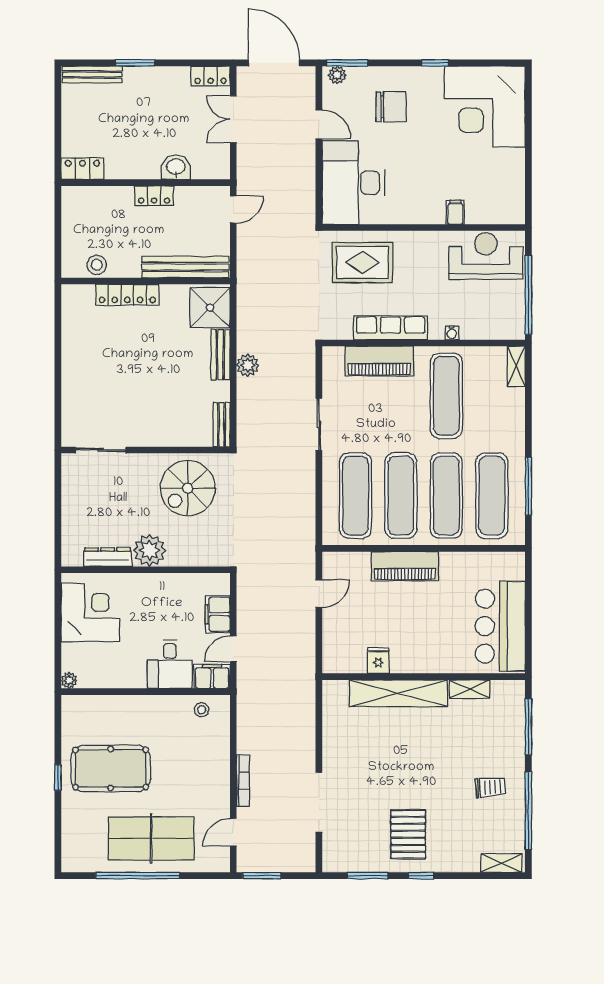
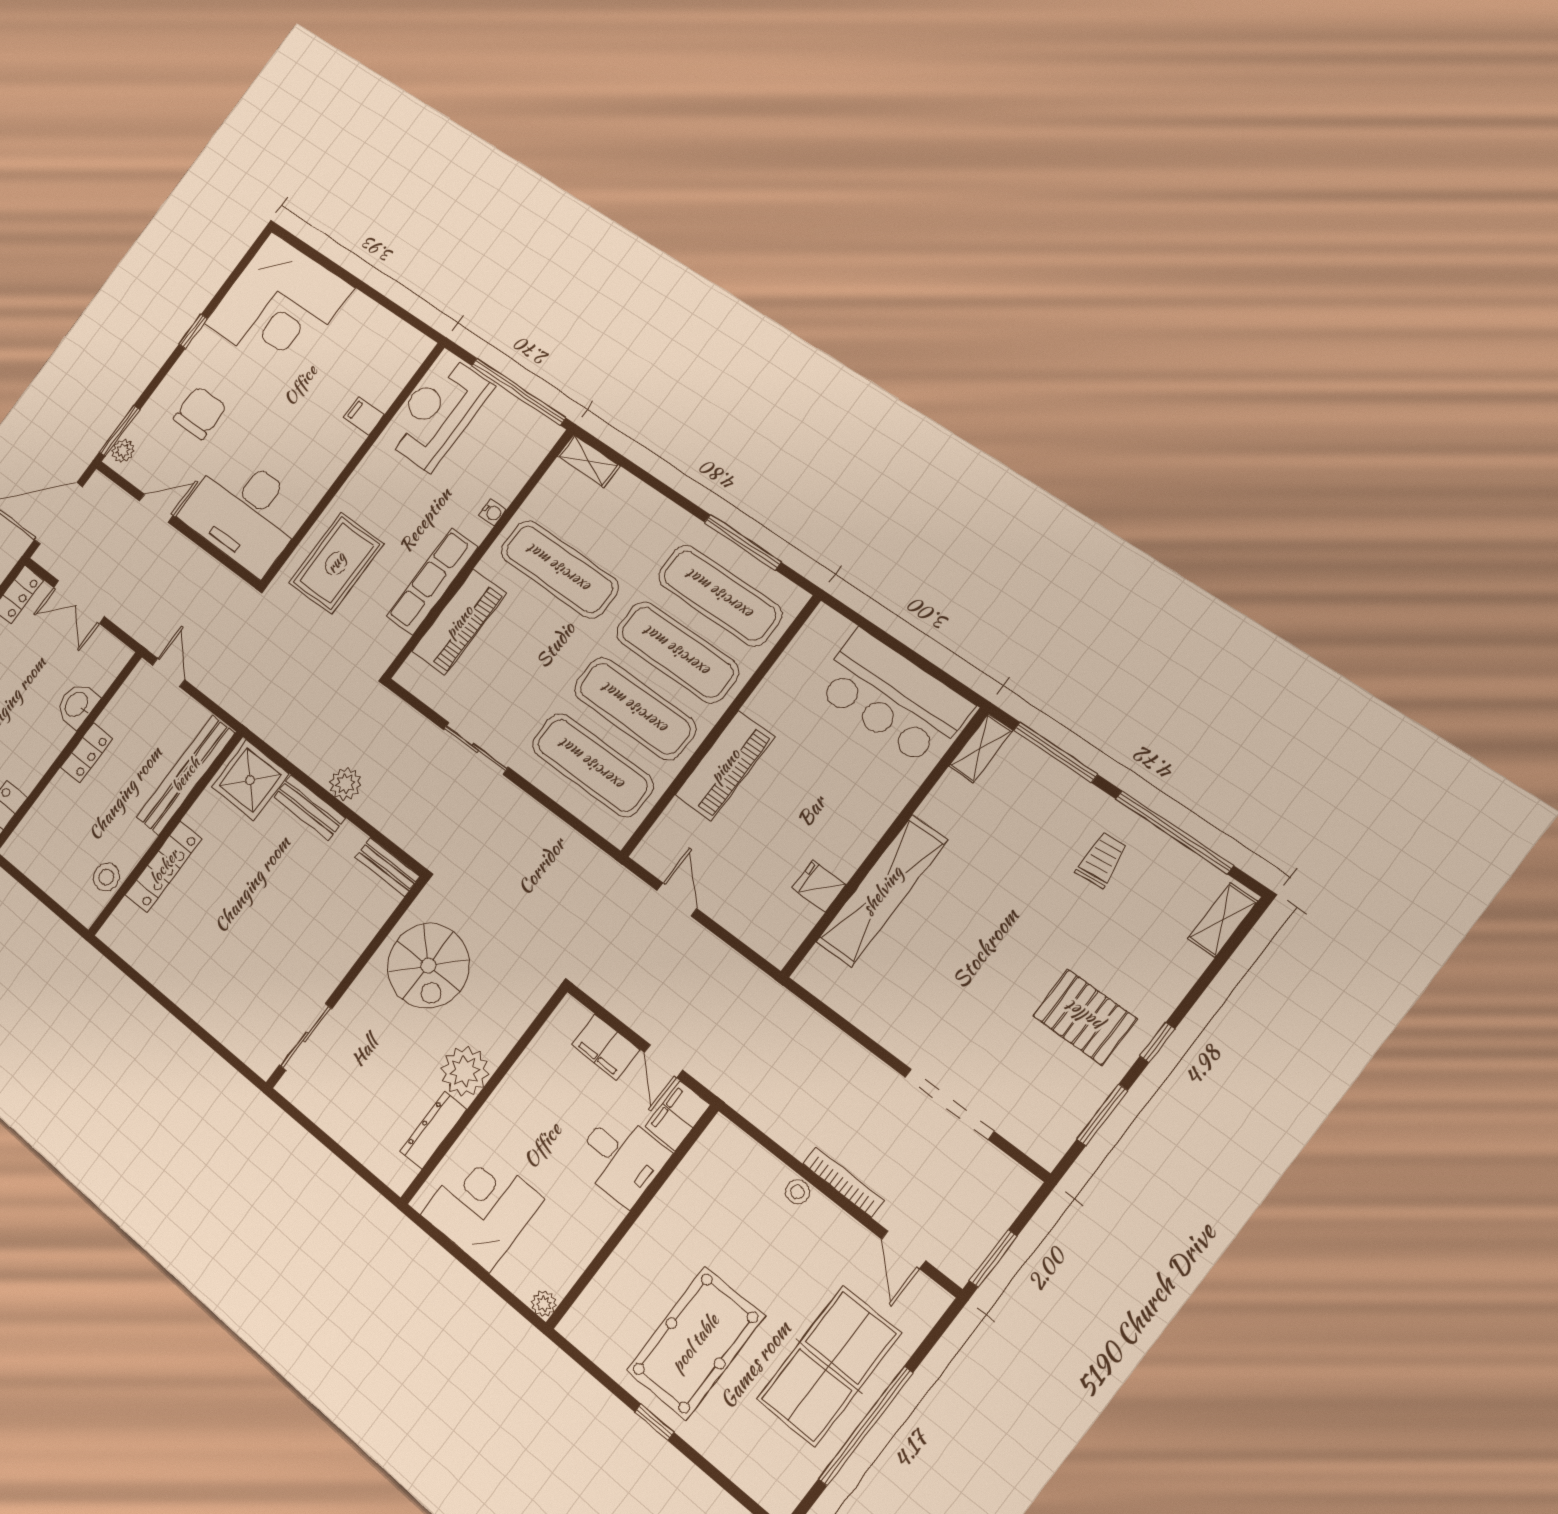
shelving: (470, 689) -> (981, 748), moved
stool: (202, 710) -> (797, 1192), moved

